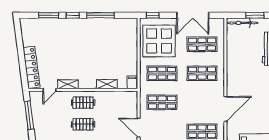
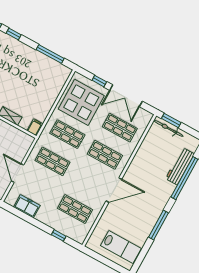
window: (100, 15) -> (50, 54), moved
window: (153, 15) -> (99, 81), moved
window: (255, 15) -> (171, 121), moved
door: (225, 109) -> (114, 190), moved

